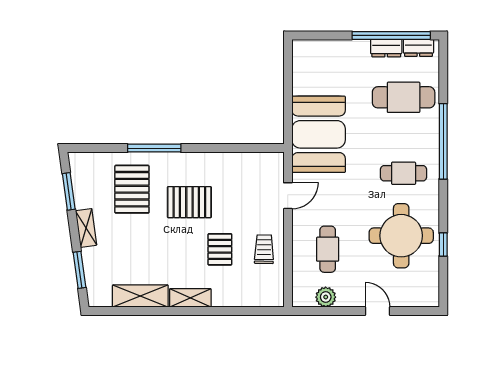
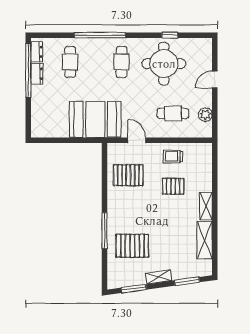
cafe table: (404, 97) -> (70, 62), width x0.73, depth x0.74
pallet: (189, 202) -> (128, 175), moved, turned 90

